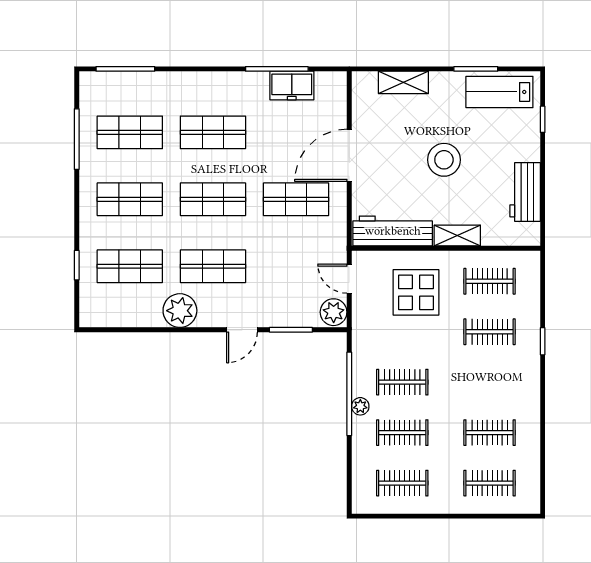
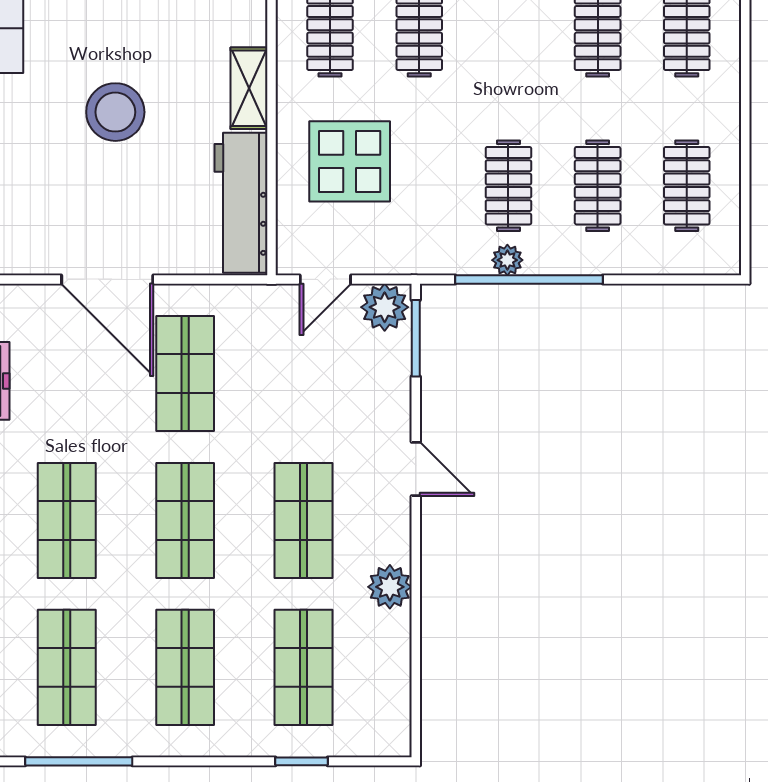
plant: (180, 311) -> (390, 587), width x0.73, depth x0.73
window: (291, 330) -> (416, 338), moved
plant: (360, 406) -> (507, 260), moved

